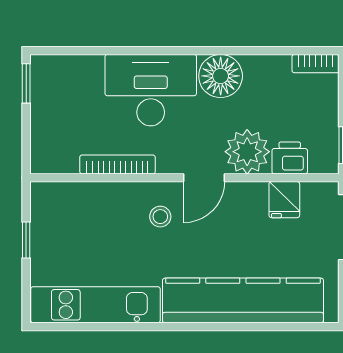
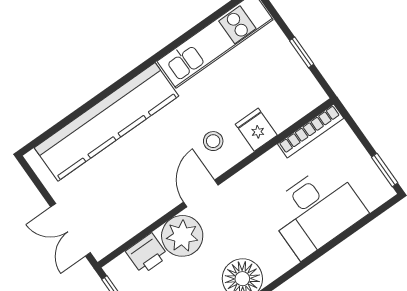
desk: (151, 90) -> (316, 211), moved
bookcase: (117, 164) -> (311, 131), moved
fridge: (284, 200) -> (256, 130), moved

